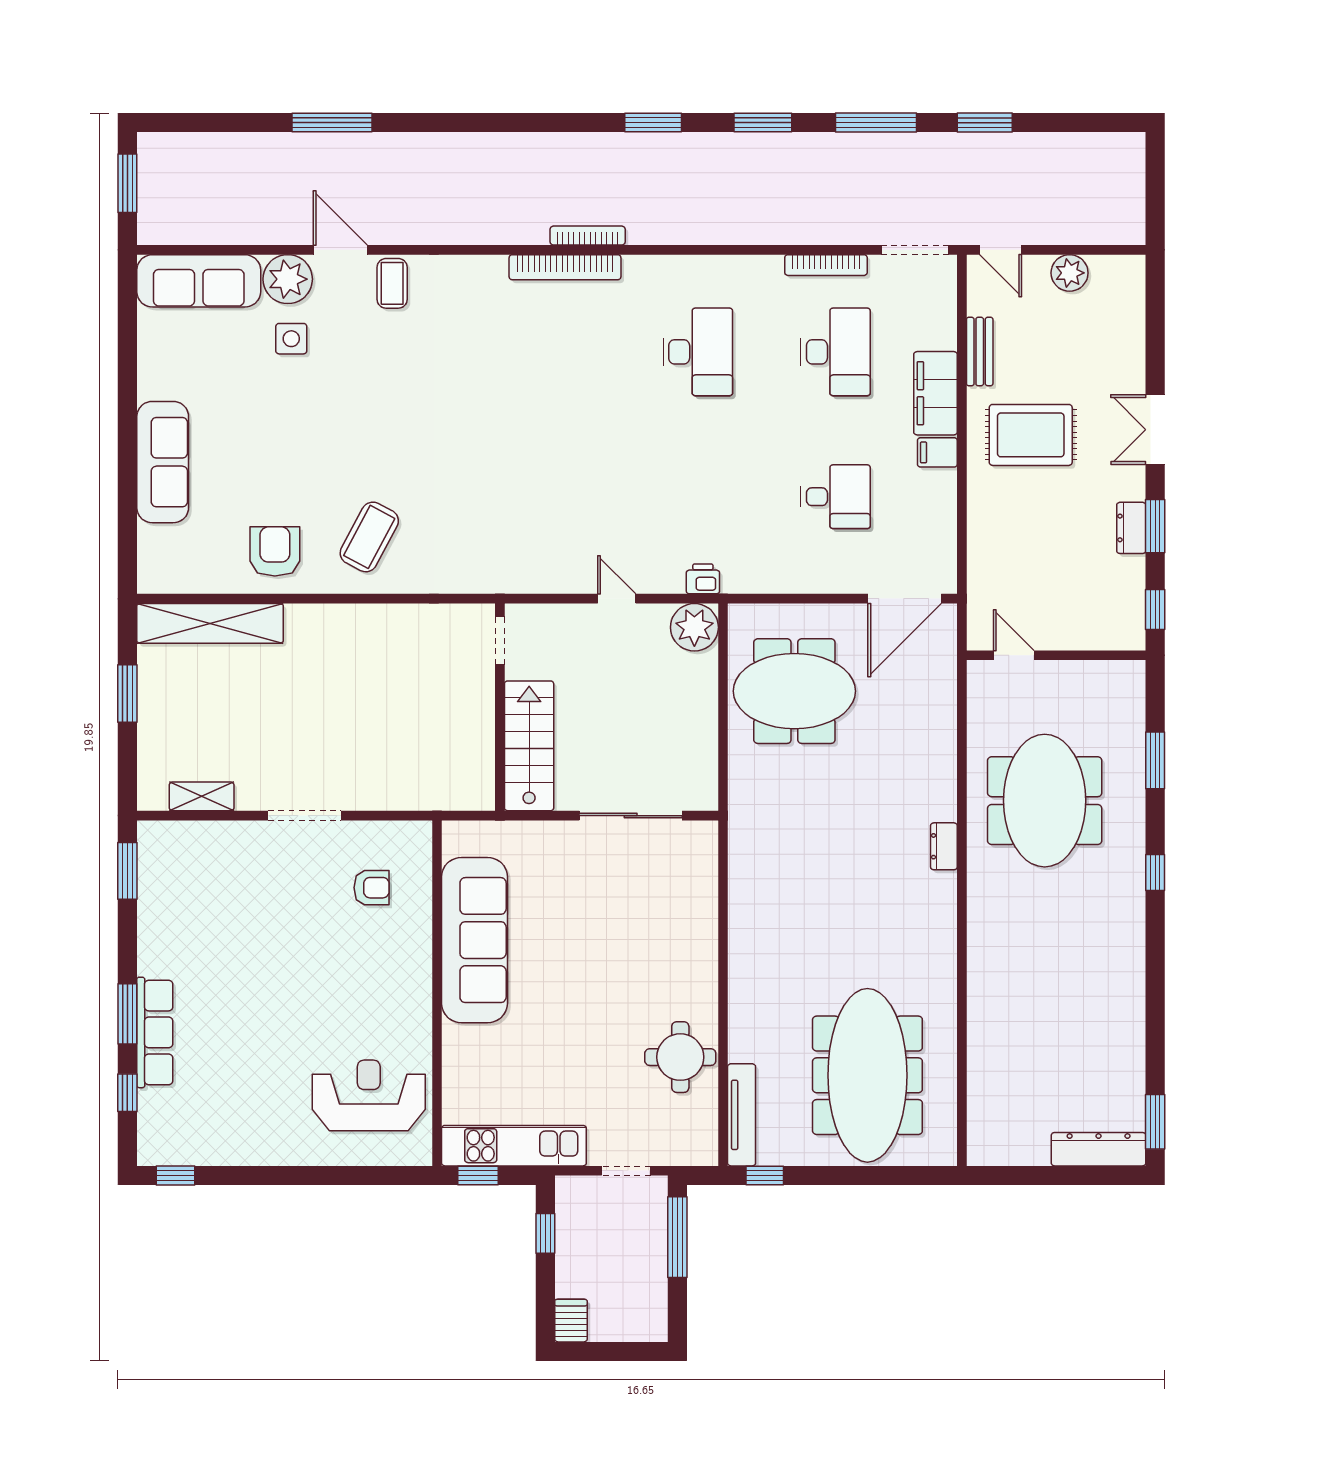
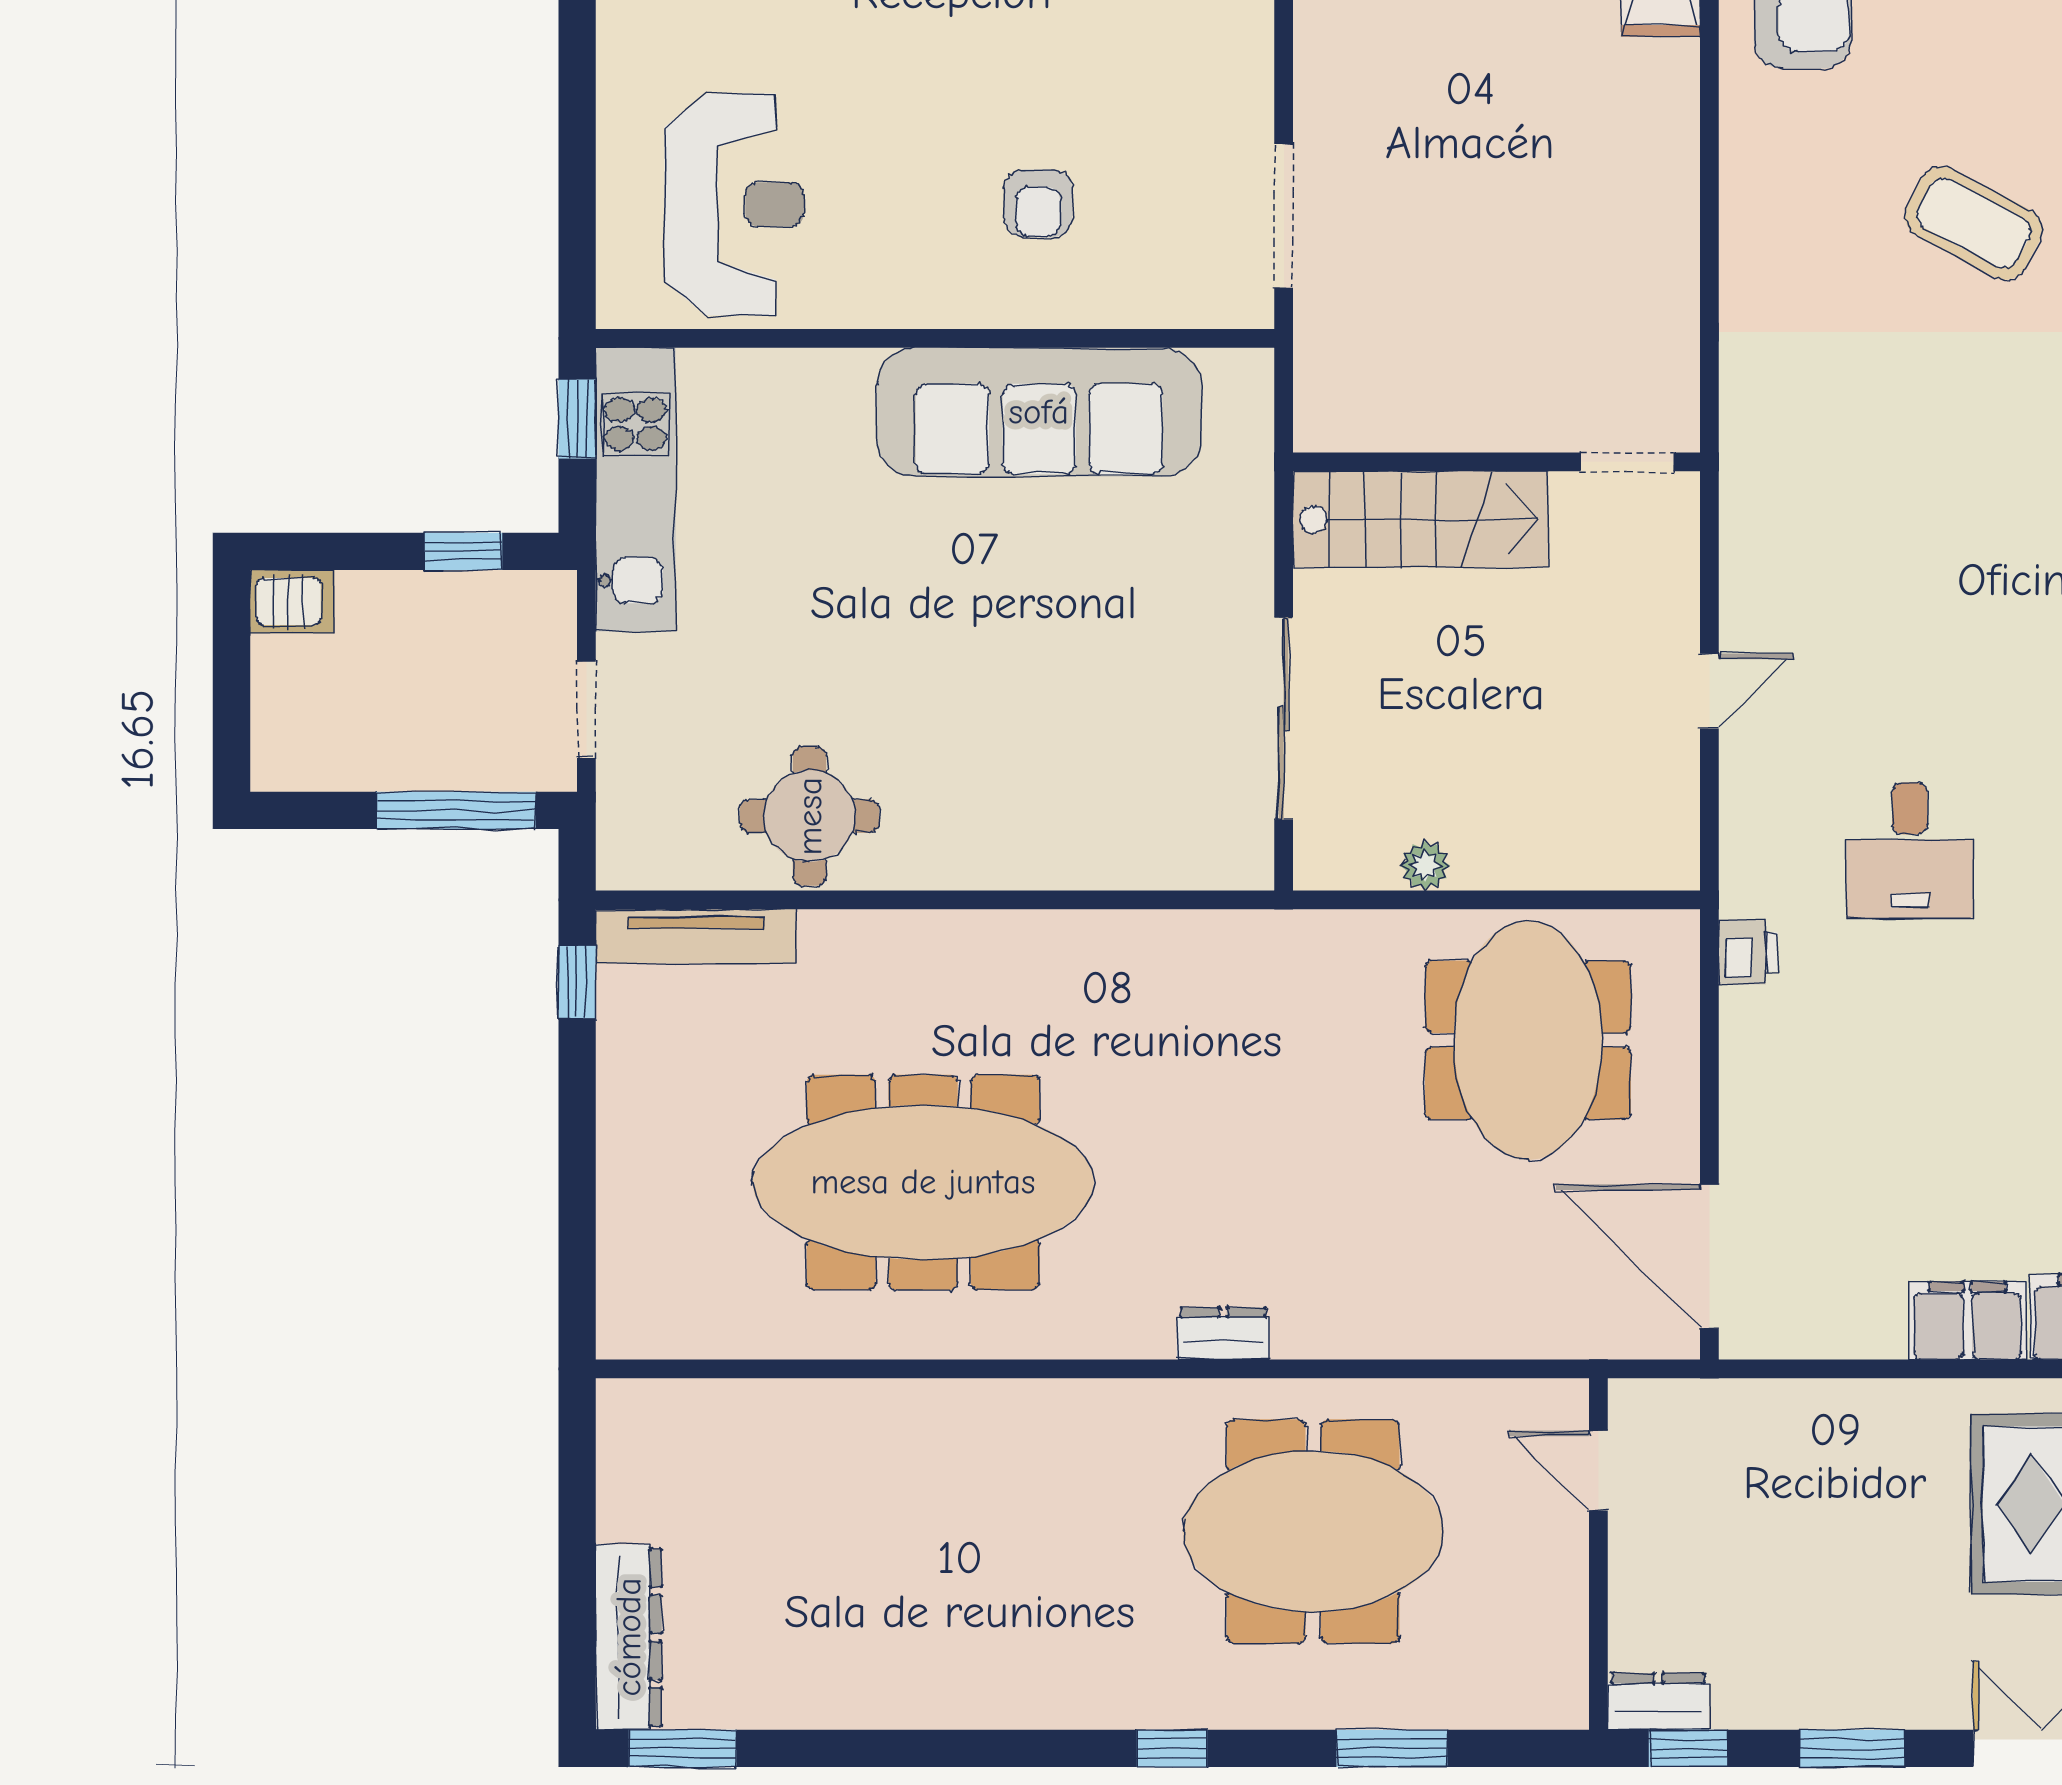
filing cabinet: (937, 452) -> (1967, 1321), width x2.00
desk: (836, 497) -> (1910, 851), moved
dresser: (1131, 528) -> (1658, 1701), moved
coffee table: (369, 537) -> (1974, 223), moved
printer: (703, 579) -> (1748, 952), moved
plant: (694, 627) -> (1425, 866), moved, width x0.53, depth x0.53
door: (1014, 655) -> (1598, 1471), swing flipped
doorway: (304, 816) -> (1284, 216), moved
armchair: (372, 888) -> (1038, 203), moved
meeting table: (867, 1075) -> (923, 1182), moved

